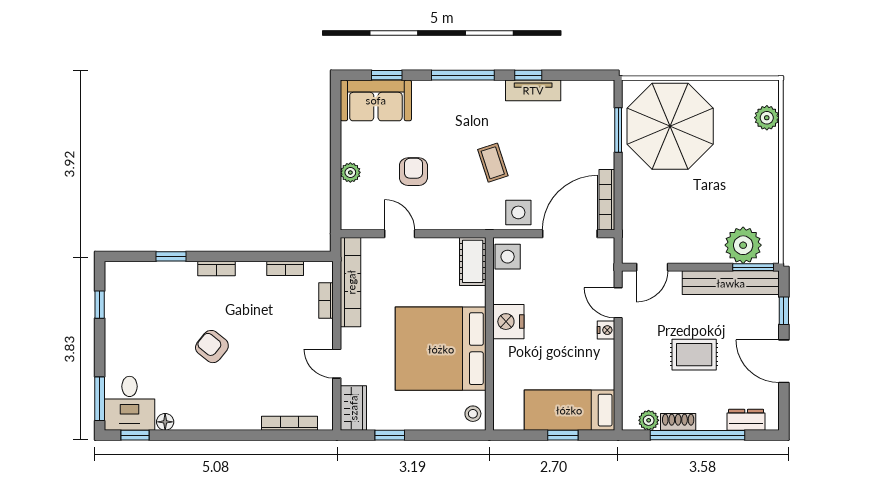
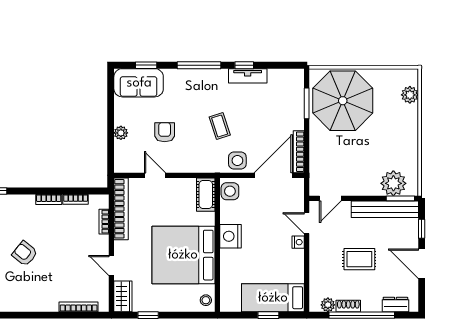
bookcase: (217, 269) -> (49, 199), moved

